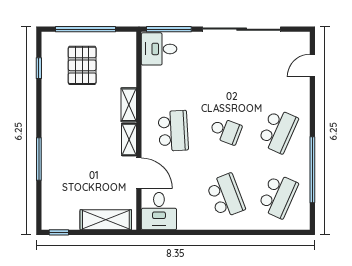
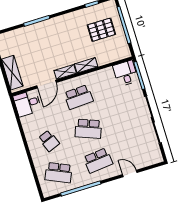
door: (312, 66) -> (130, 174), moved
school desk: (226, 131) -> (88, 129), width x1.85
school desk: (278, 131) -> (98, 161), turned -30
school desk: (226, 196) -> (49, 141), width x0.54

